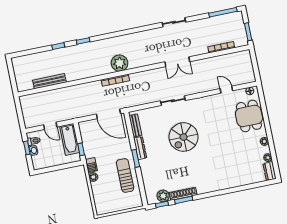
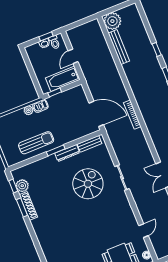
plant: (120, 63) -> (112, 21), moved
door: (108, 114) -> (96, 114), swing flipped
spiral stairs: (183, 137) -> (88, 184), moved, turned 90

